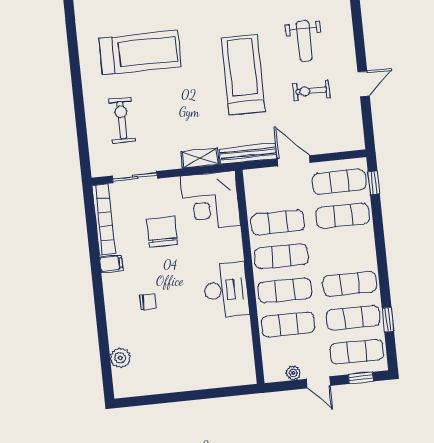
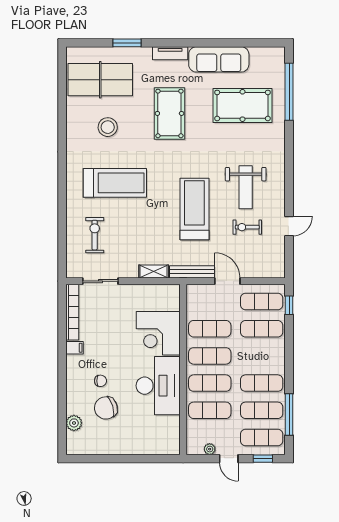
weight bench: (304, 41) -> (246, 187), width x1.36, depth x1.33
corner desk: (210, 201) -> (158, 333), moved
chair: (162, 232) -> (106, 408), moved, turned -107
desk: (226, 290) -> (158, 386), width x1.36, depth x1.30
window: (388, 320) -> (289, 415), width x2.17

